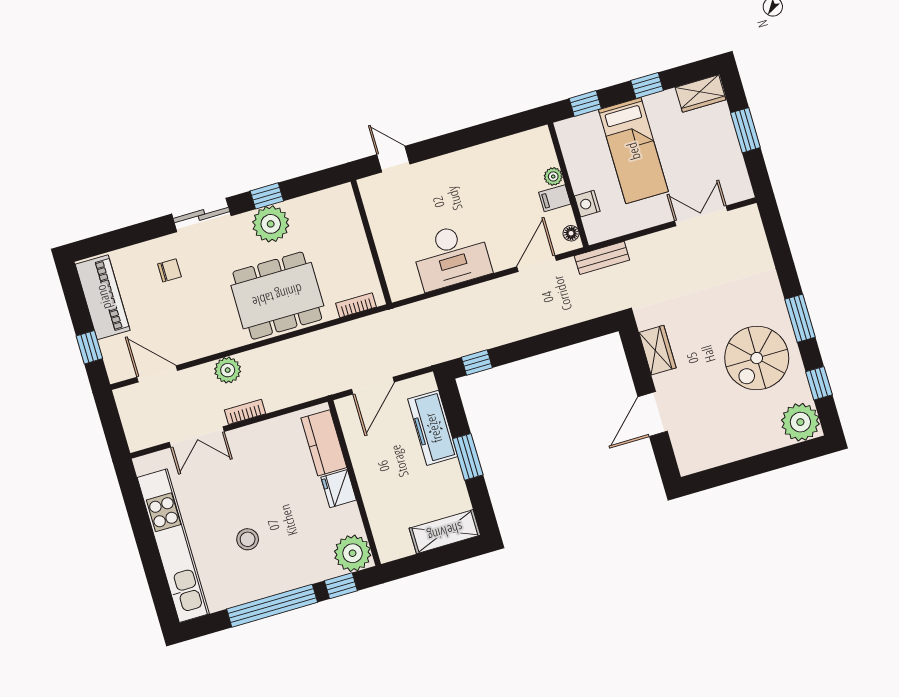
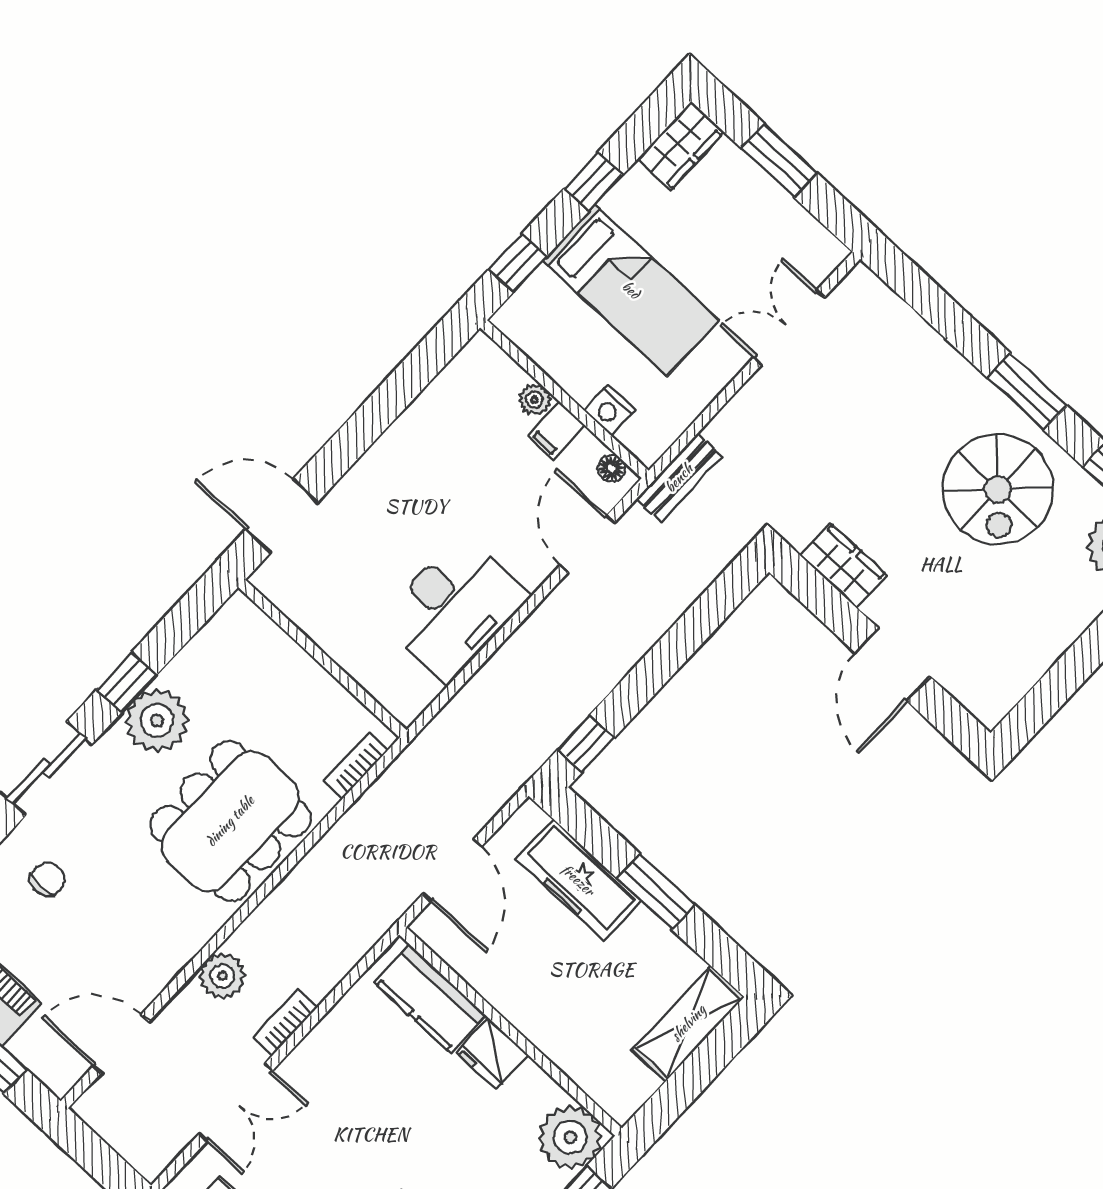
door: (393, 159) -> (282, 516), width x1.38

